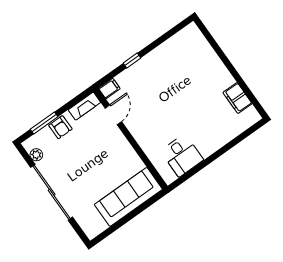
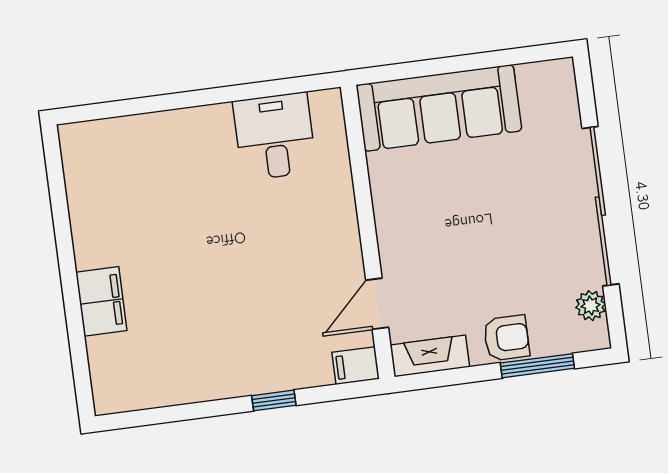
filing cabinet: (238, 98) -> (101, 301), moved
armchair: (60, 127) -> (506, 338), turned 90

